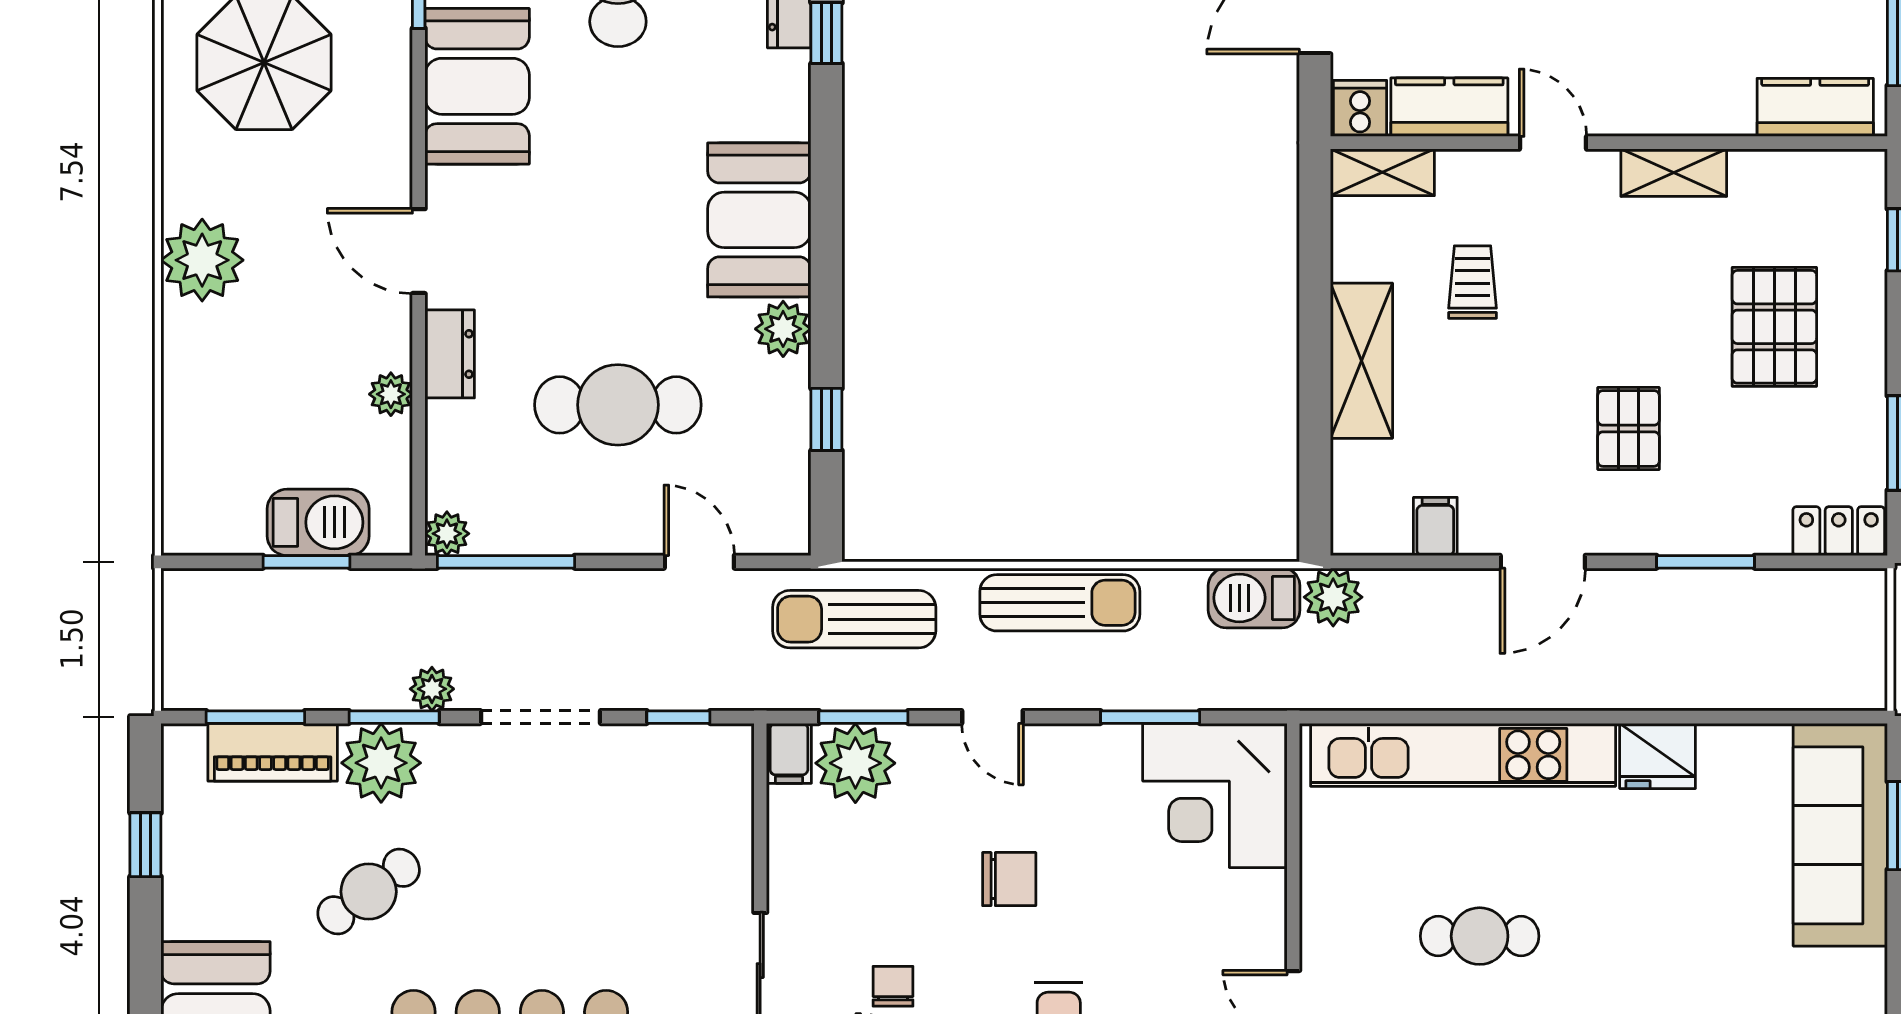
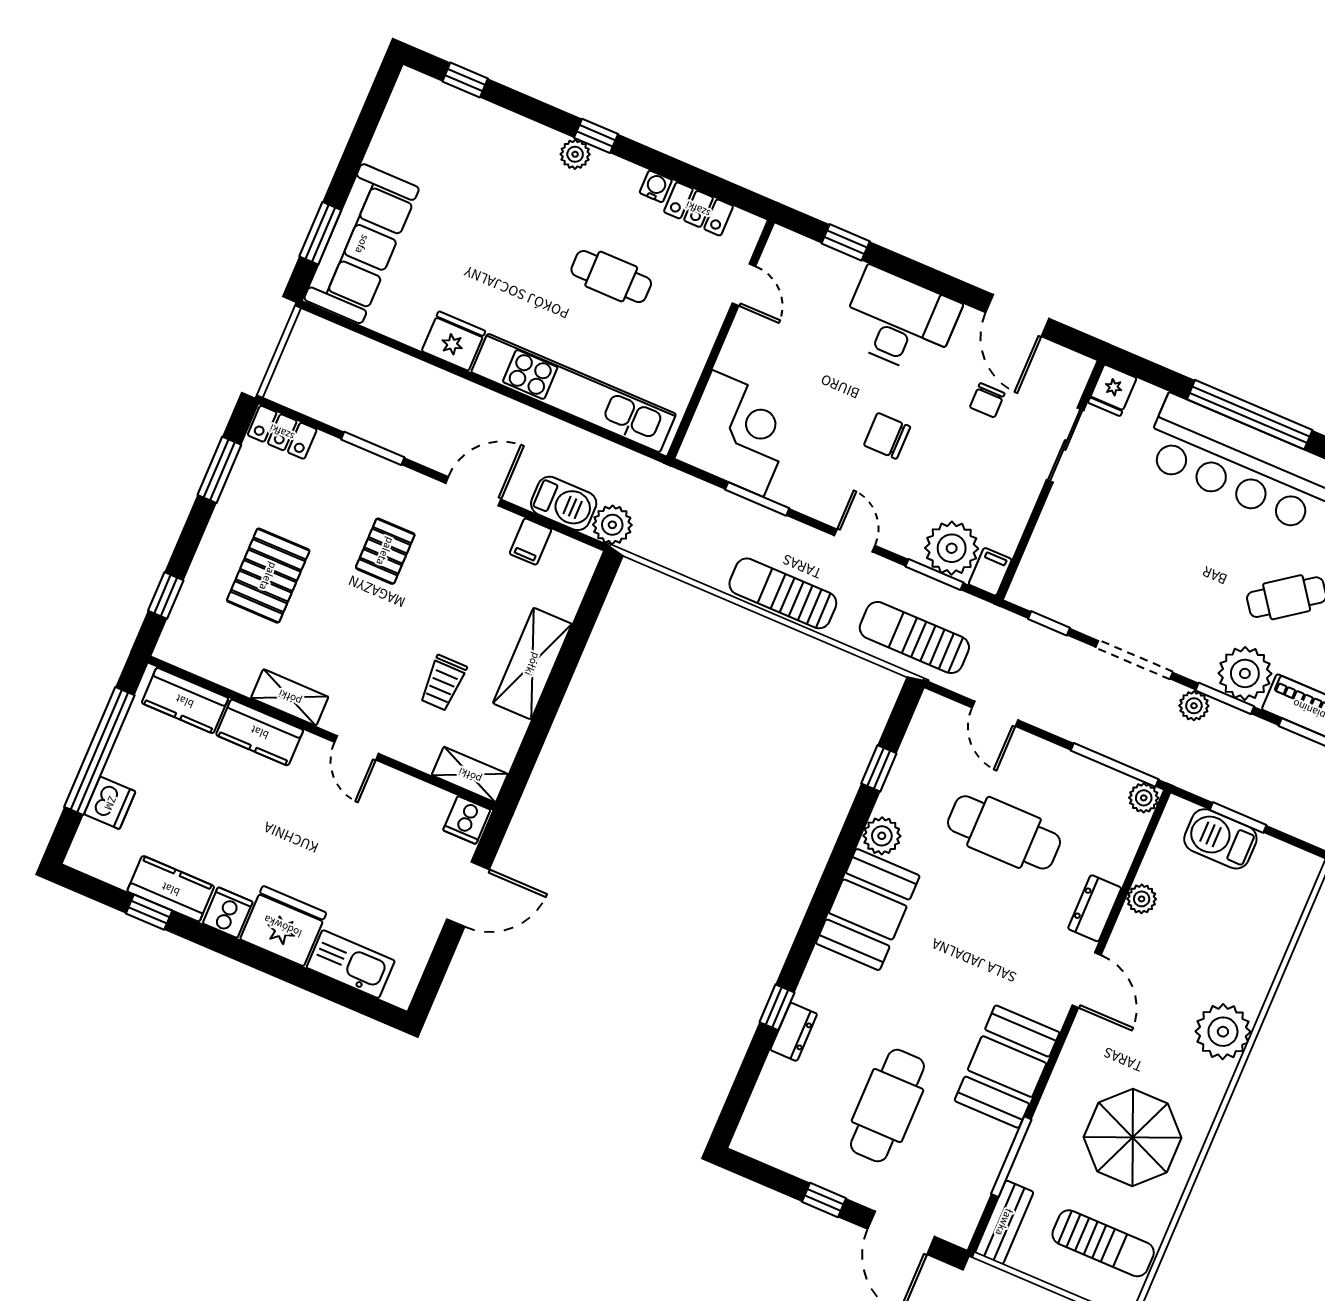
kitchen counter: (1449, 107) -> (260, 732), moved
barbecue: (1254, 598) -> (564, 503), moved
sun lounger: (854, 619) -> (914, 638), turned 180

